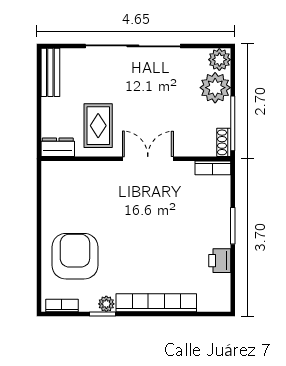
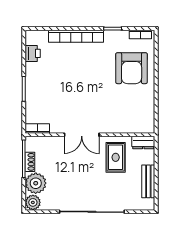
bench: (50, 72) -> (148, 181), moved
shoe rack: (224, 142) -> (30, 162), moved
printer: (220, 261) -> (33, 53), moved
plant: (106, 304) -> (110, 36), removed

